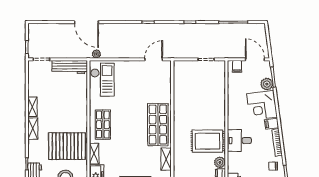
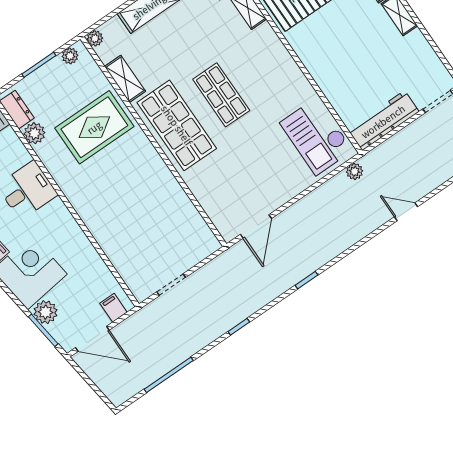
door: (86, 22) -> (406, 212), width x0.53
shop shelf: (103, 125) -> (221, 95), moved
rug: (208, 141) -> (94, 127), moved

